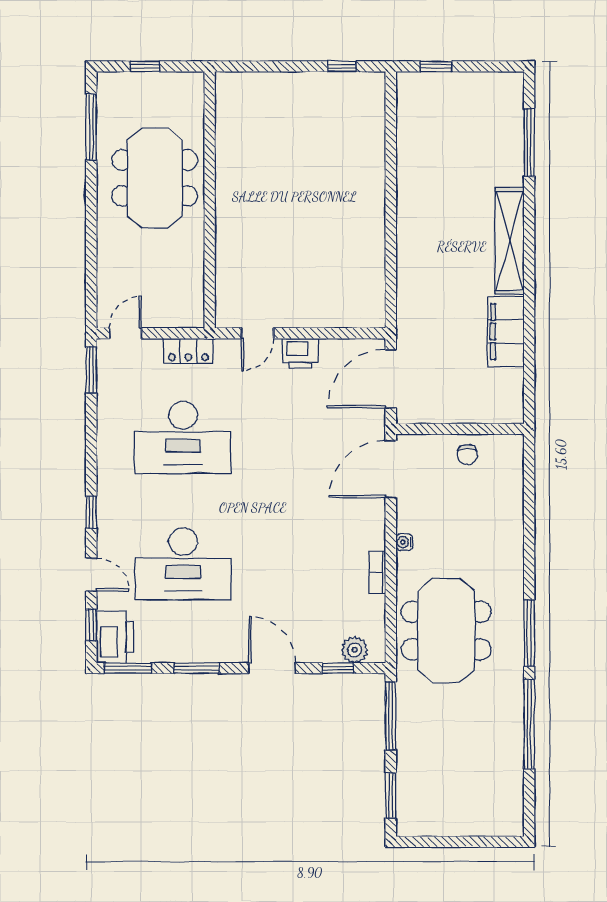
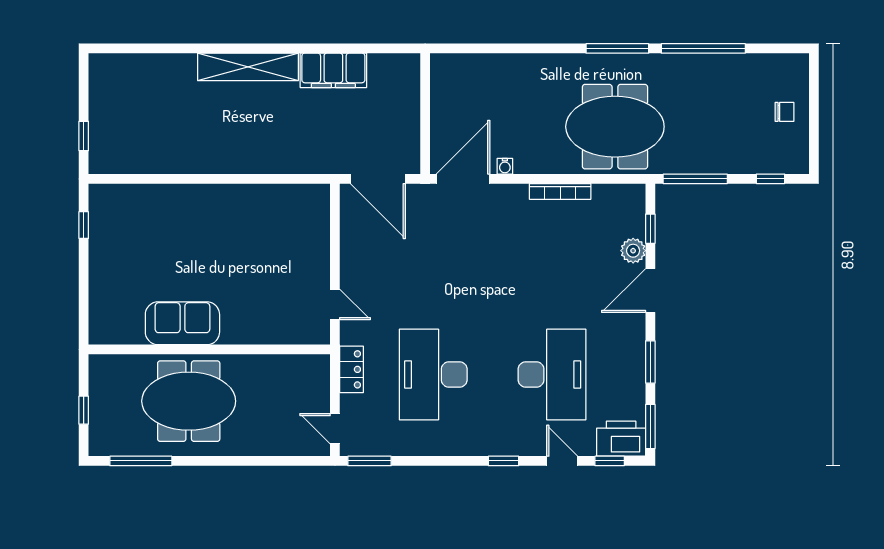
window: (529, 143) -> (155, 48), removed
sofa: (237, 171) -> (182, 323), added
printer: (300, 353) -> (354, 264), removed
desk: (183, 438) -> (433, 374), turned 180
chair: (467, 455) -> (785, 112), moved
door: (391, 469) -> (463, 179), swing flipped
water cooler: (404, 542) -> (505, 166), moved
bookcase: (377, 572) -> (560, 191), width x1.56
door: (91, 575) -> (562, 461), hinge flipped
plant: (354, 650) -> (633, 251), moved
window: (391, 796) -> (771, 179), width x0.67

